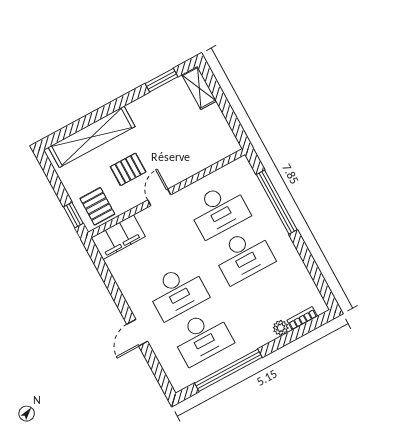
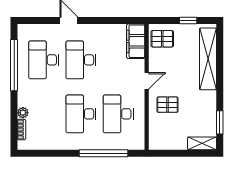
pallet: (128, 169) -> (168, 105), moved, turned 90
door: (159, 197) -> (147, 81), hinge flipped
window: (73, 215) -> (188, 21), moved

